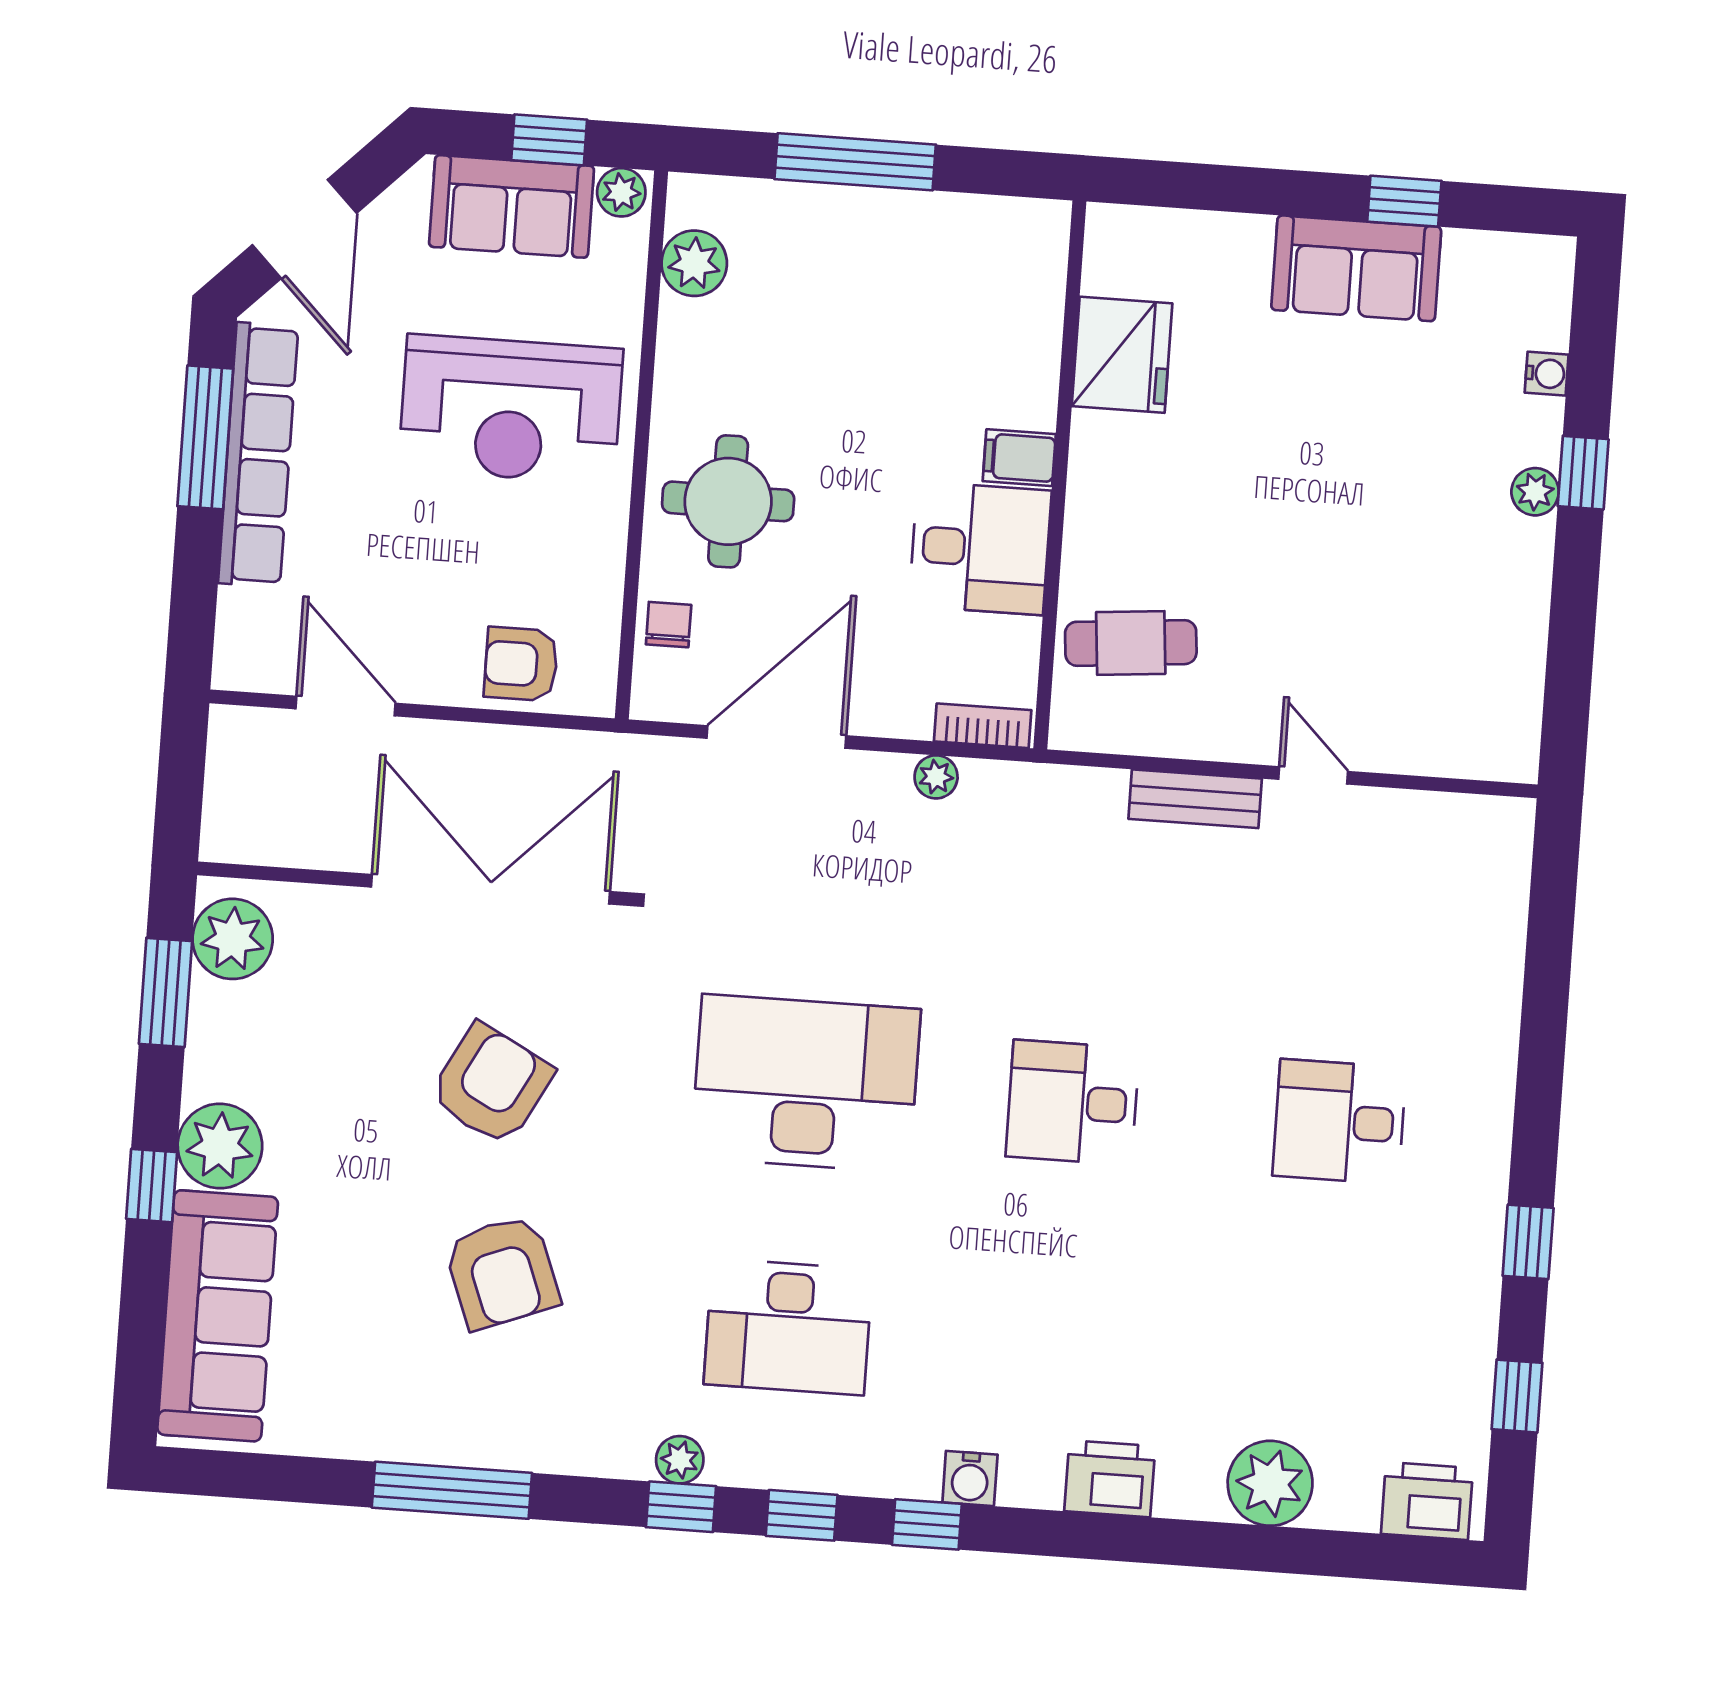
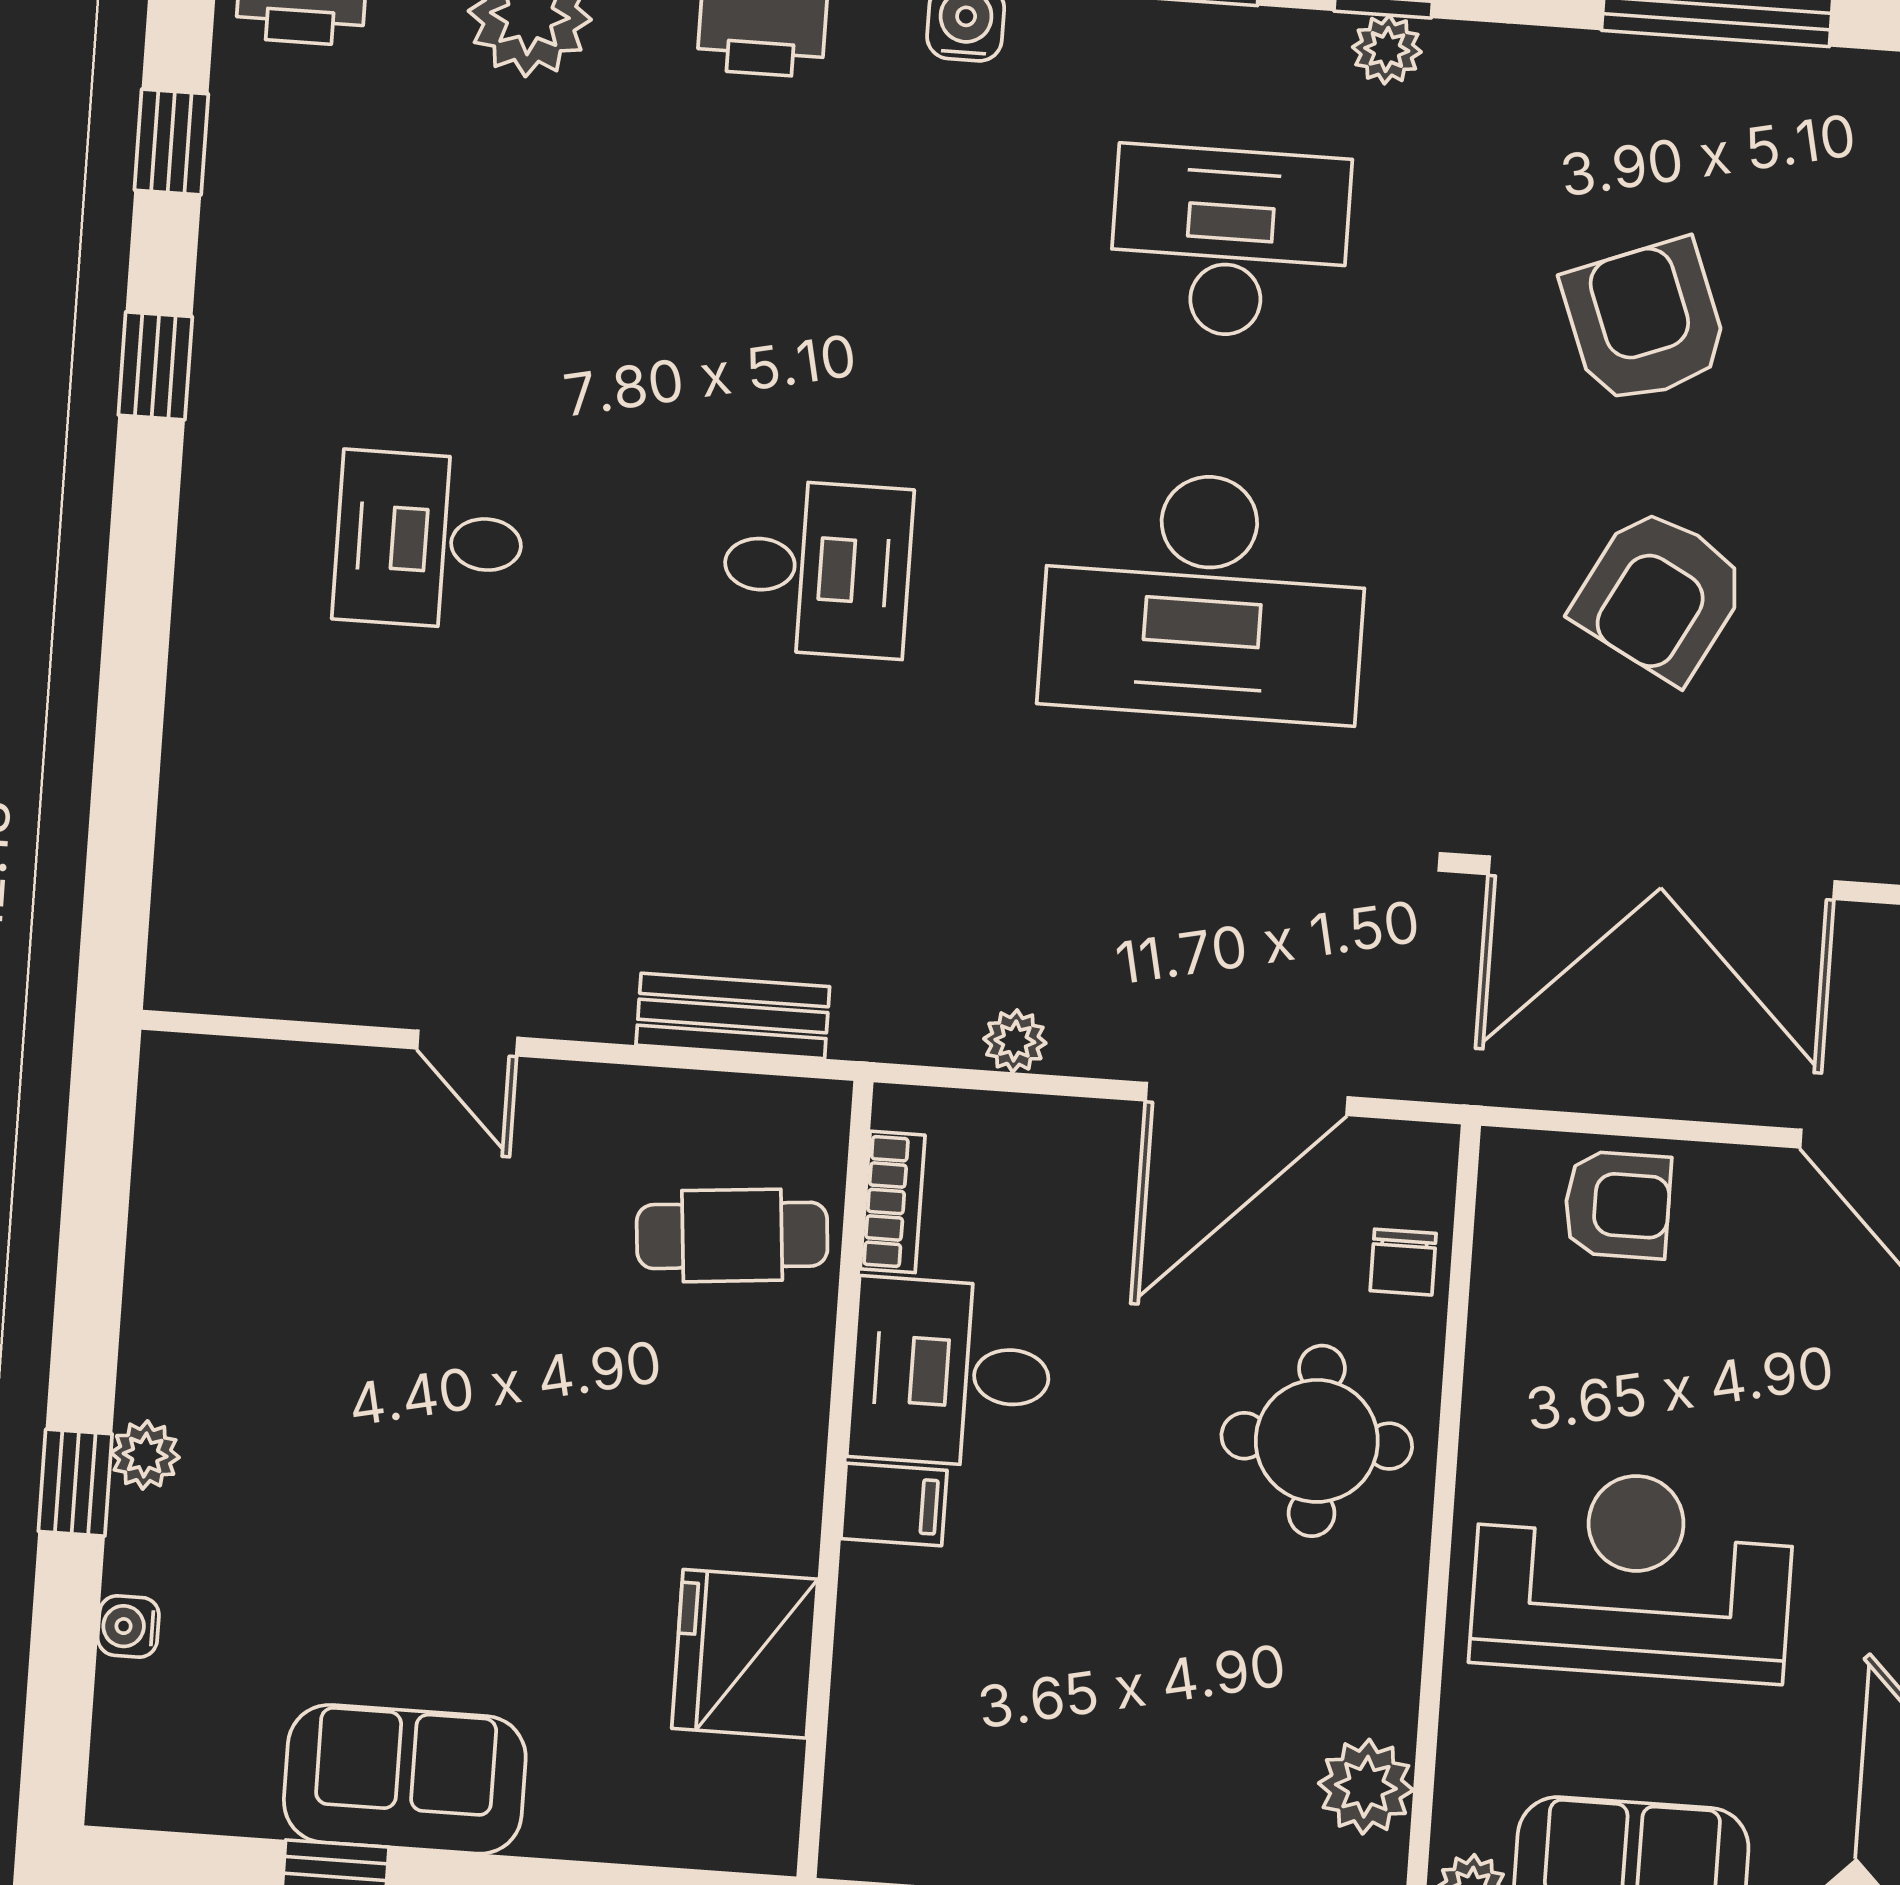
bookcase: (983, 726) -> (893, 1202), moved, turned -90
bench: (1195, 799) -> (733, 1016), moved
desk: (1339, 1122) -> (429, 540), turned 180

